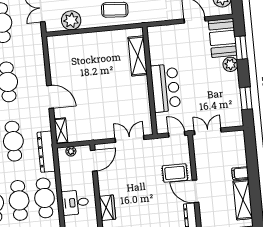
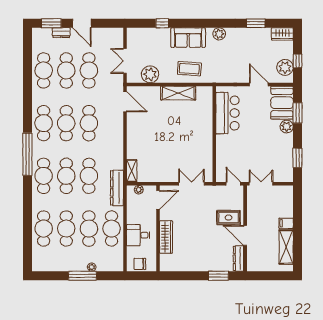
shelving: (138, 56) -> (178, 93), moved, turned 90
bar counter: (166, 88) -> (227, 113), moved
door: (50, 97) -> (125, 102), moved
wardrobe: (107, 208) -> (166, 237), width x1.50

